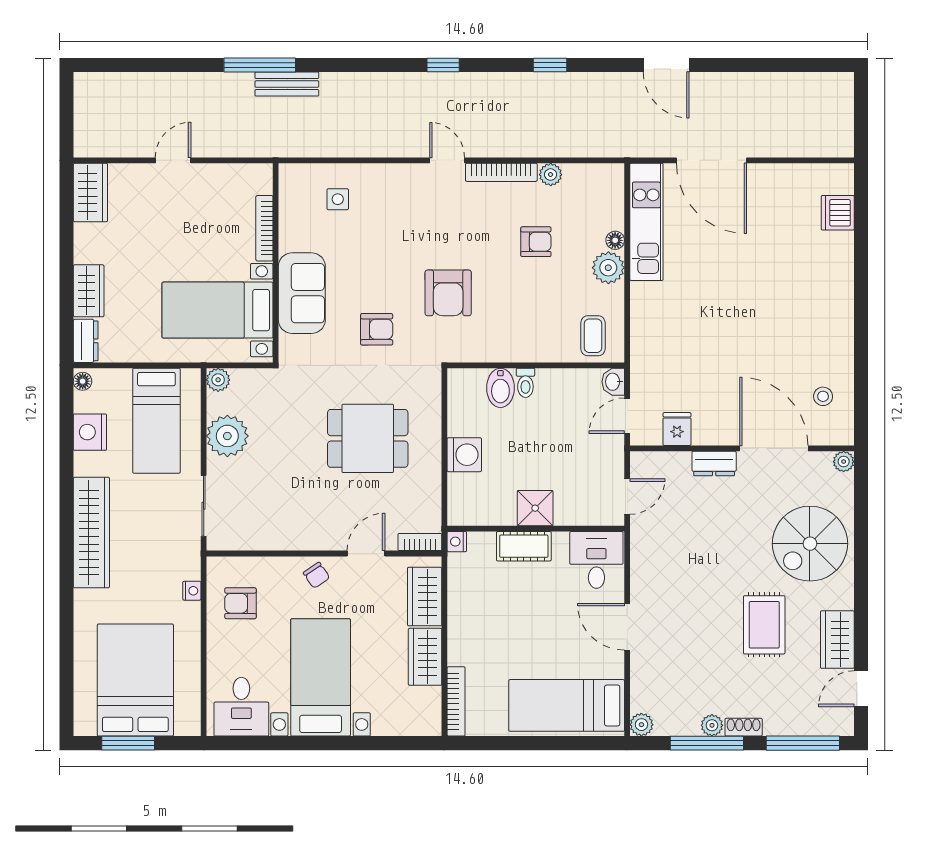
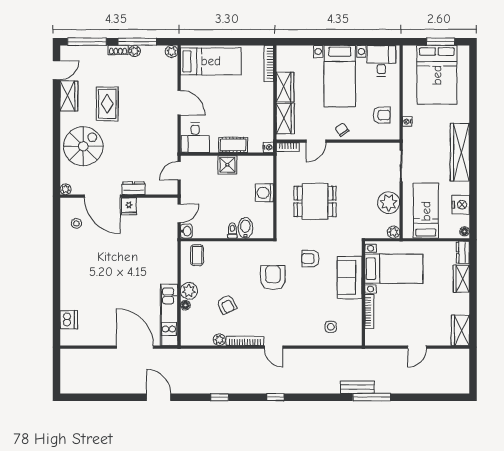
armchair: (536, 242) -> (227, 305), turned -115
fridge: (677, 429) -> (129, 206), moved

